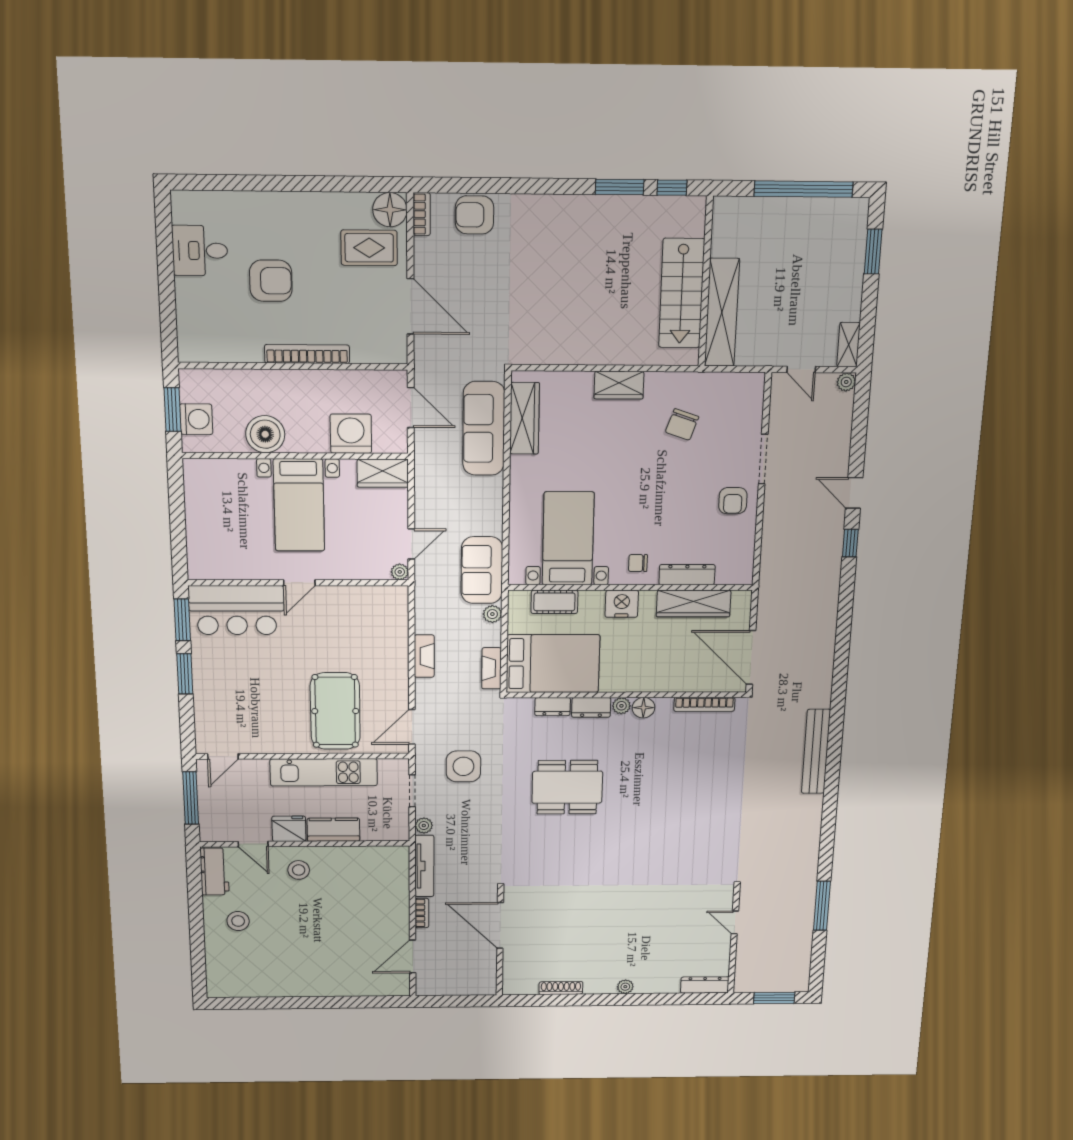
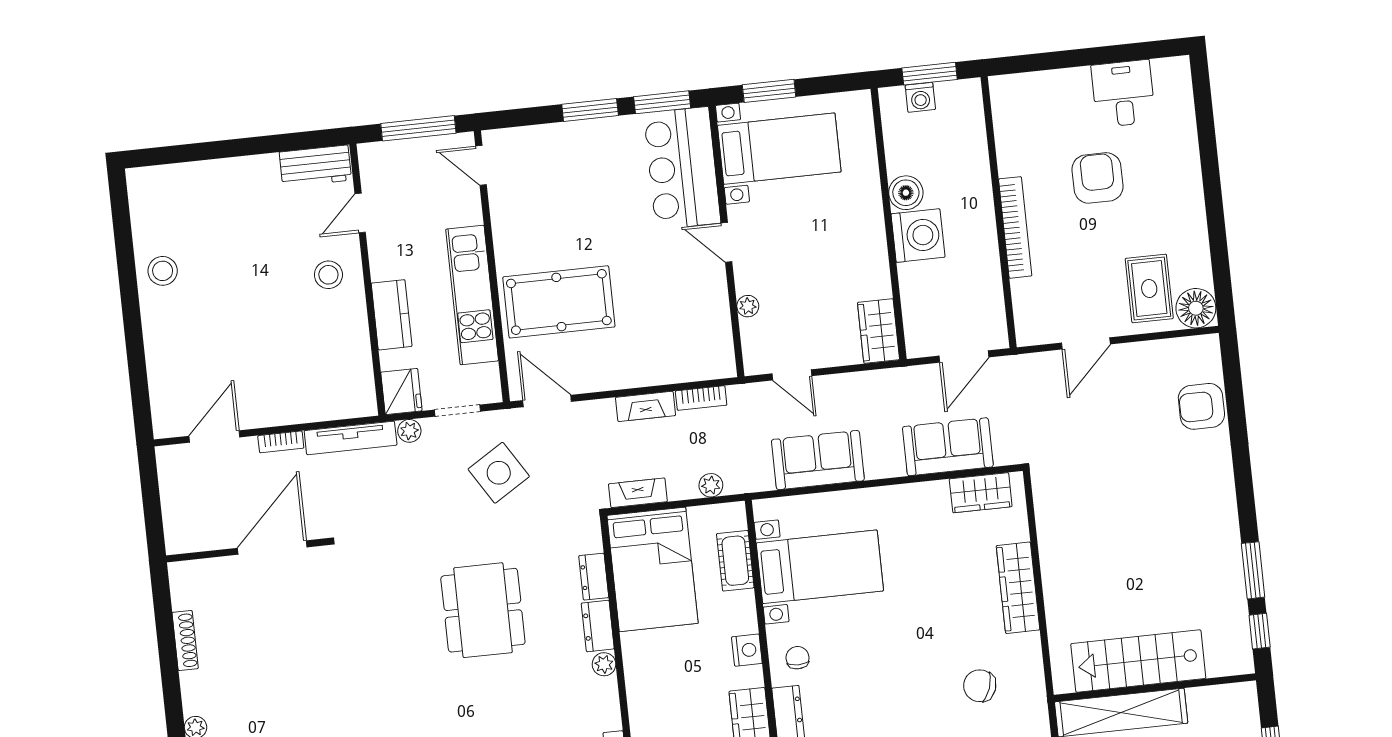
bookcase: (422, 214) -> (701, 398), moved
armchair: (474, 215) -> (1201, 406), turned -90
armchair: (271, 281) -> (1098, 178), turned 180
door: (410, 306) -> (1086, 343), width x0.73
wardrobe: (619, 385) -> (1018, 588), width x1.50
wardrobe: (524, 418) -> (981, 493), width x0.67
washing machine: (196, 419) -> (920, 97), width x0.73, depth x0.73
sofa: (484, 428) -> (948, 447), width x0.73
boiler: (265, 434) -> (906, 193), width x0.73, depth x0.73
washing machine: (351, 434) -> (918, 236), moved
bed with nightstands: (299, 505) -> (779, 149), moved, turned 180
window: (178, 538) -> (769, 91), added
sofa: (482, 570) -> (818, 460), moved
plant: (400, 572) -> (748, 306), moved
nightstand: (622, 604) -> (747, 650), width x0.74, depth x0.75
floor lamp: (643, 708) -> (604, 693), removed
side table: (463, 766) -> (499, 473), turned -32
fridge: (289, 829) -> (401, 391), moved
stool: (238, 921) -> (163, 271), moved
door: (413, 956) -> (214, 437), hinge flipped

